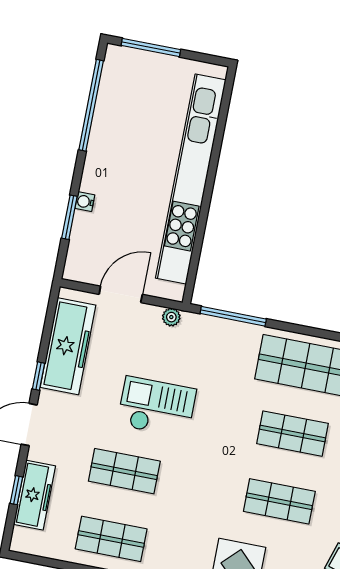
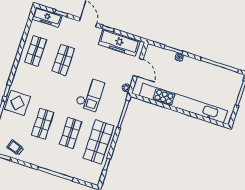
checkout: (157, 407) -> (90, 94), moved
freezer: (35, 495) -> (47, 17), moved

